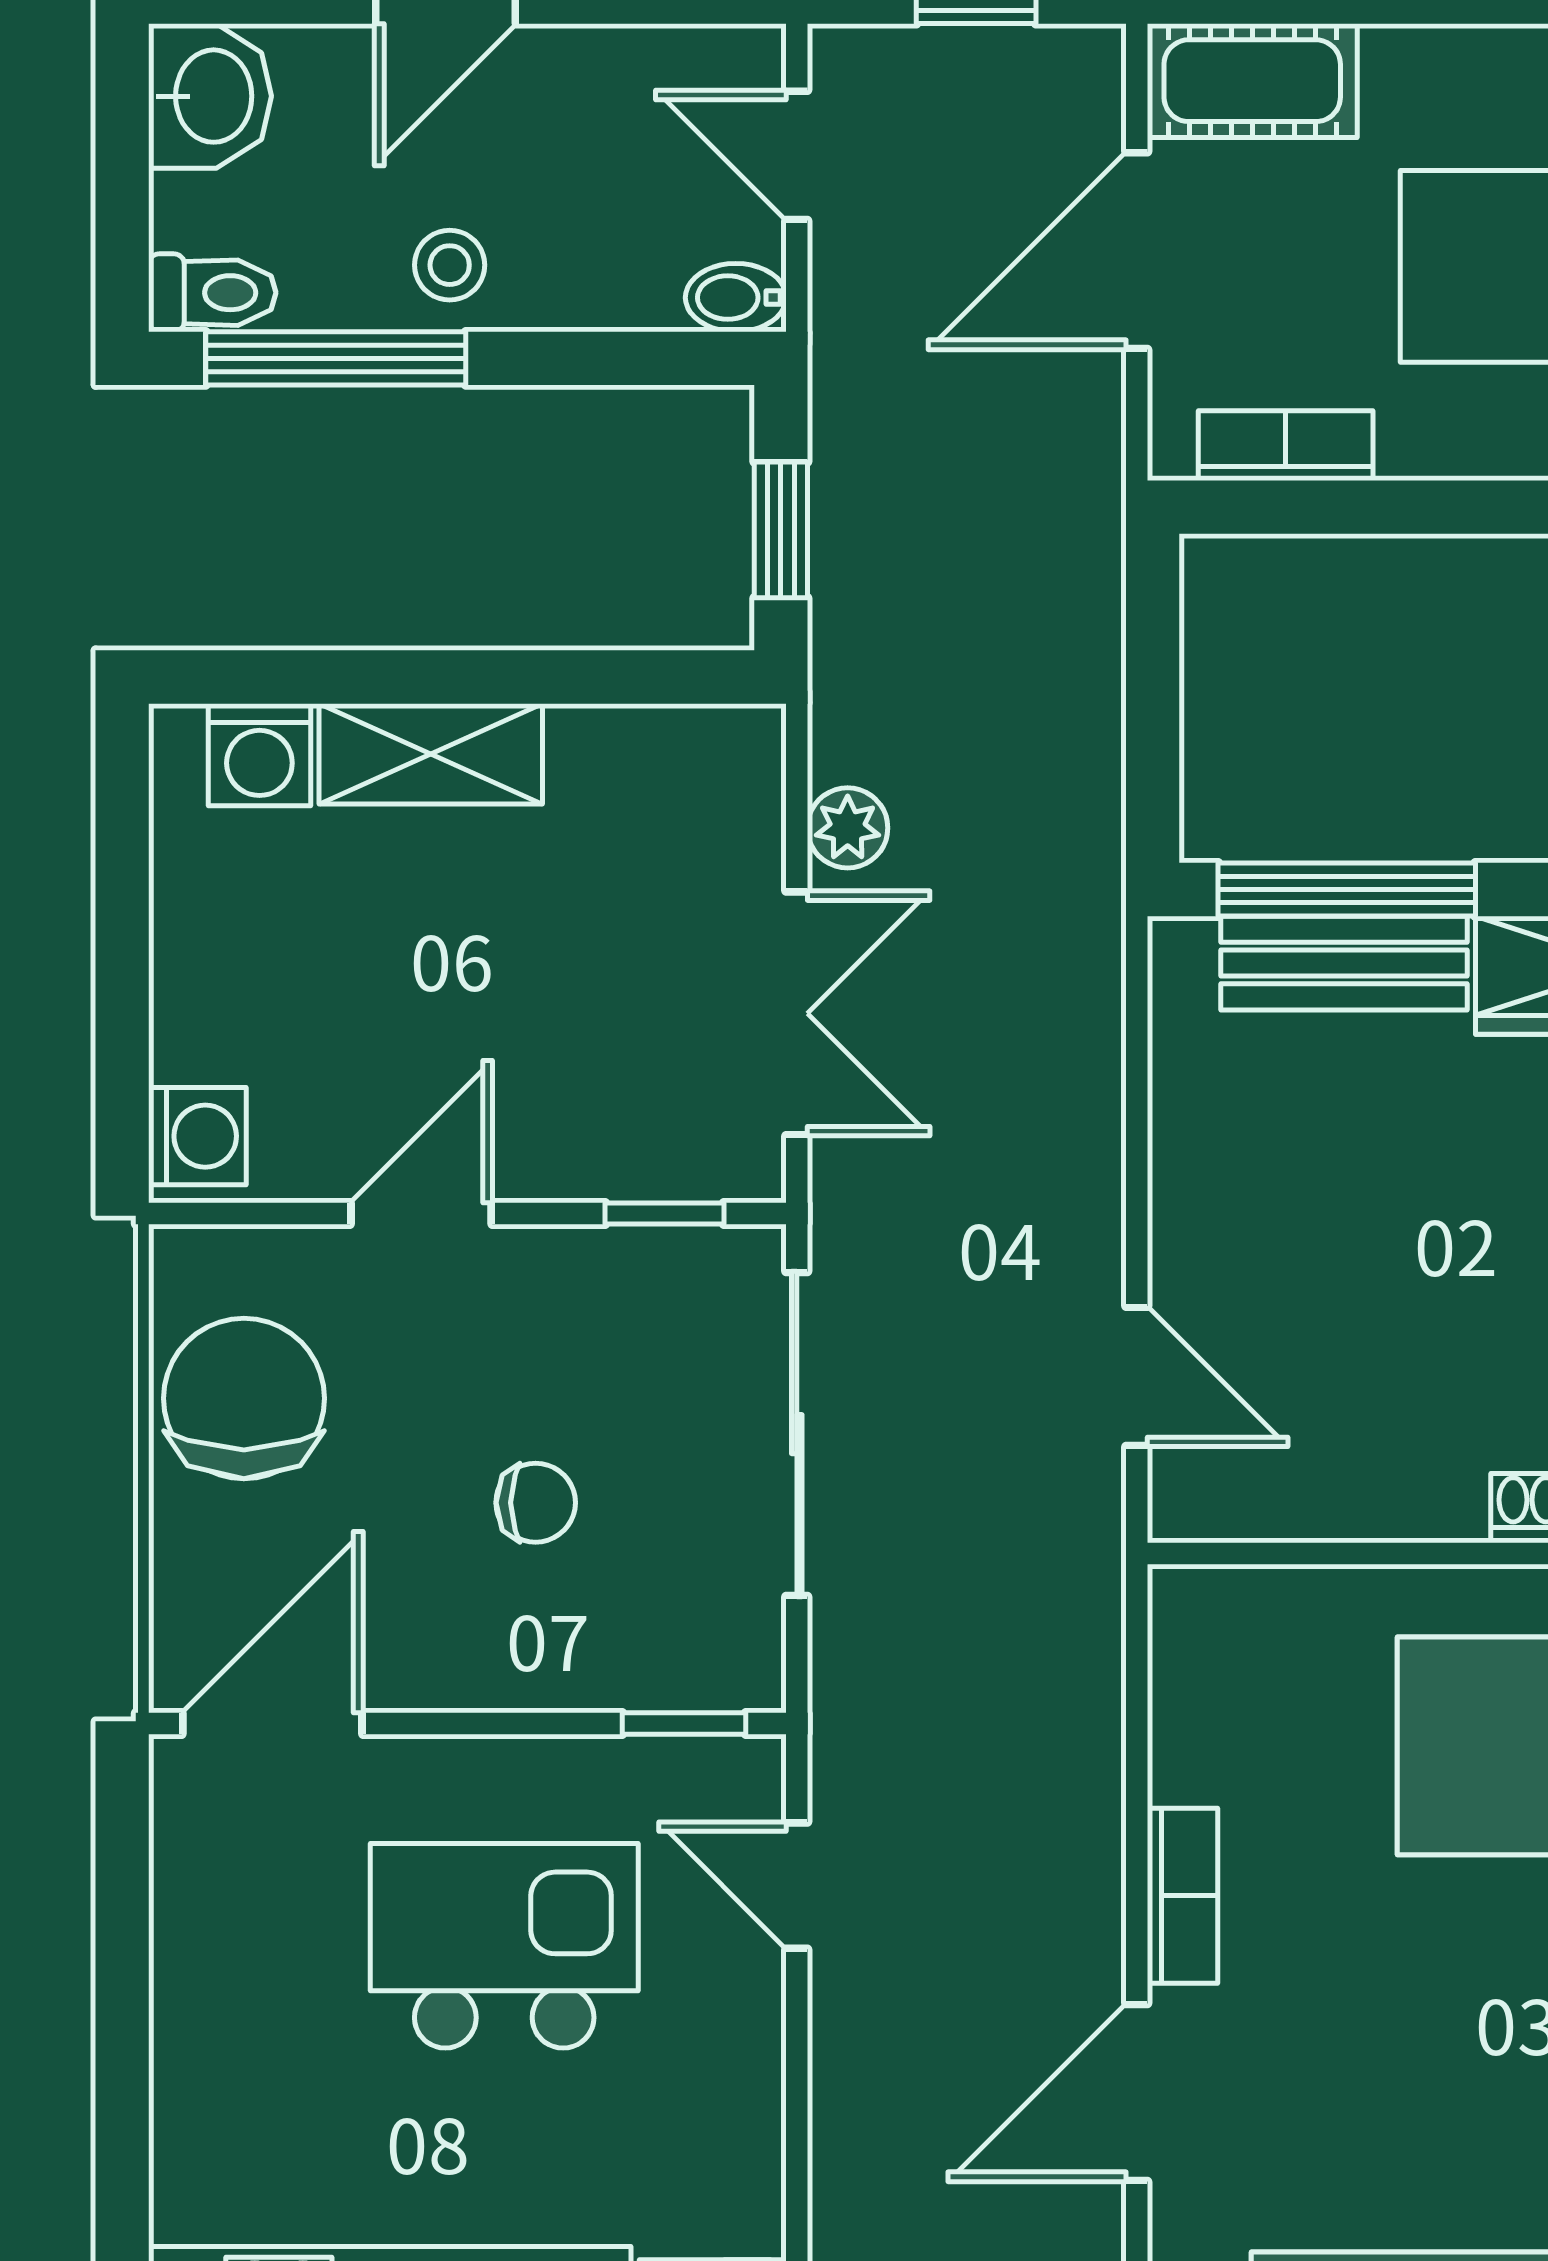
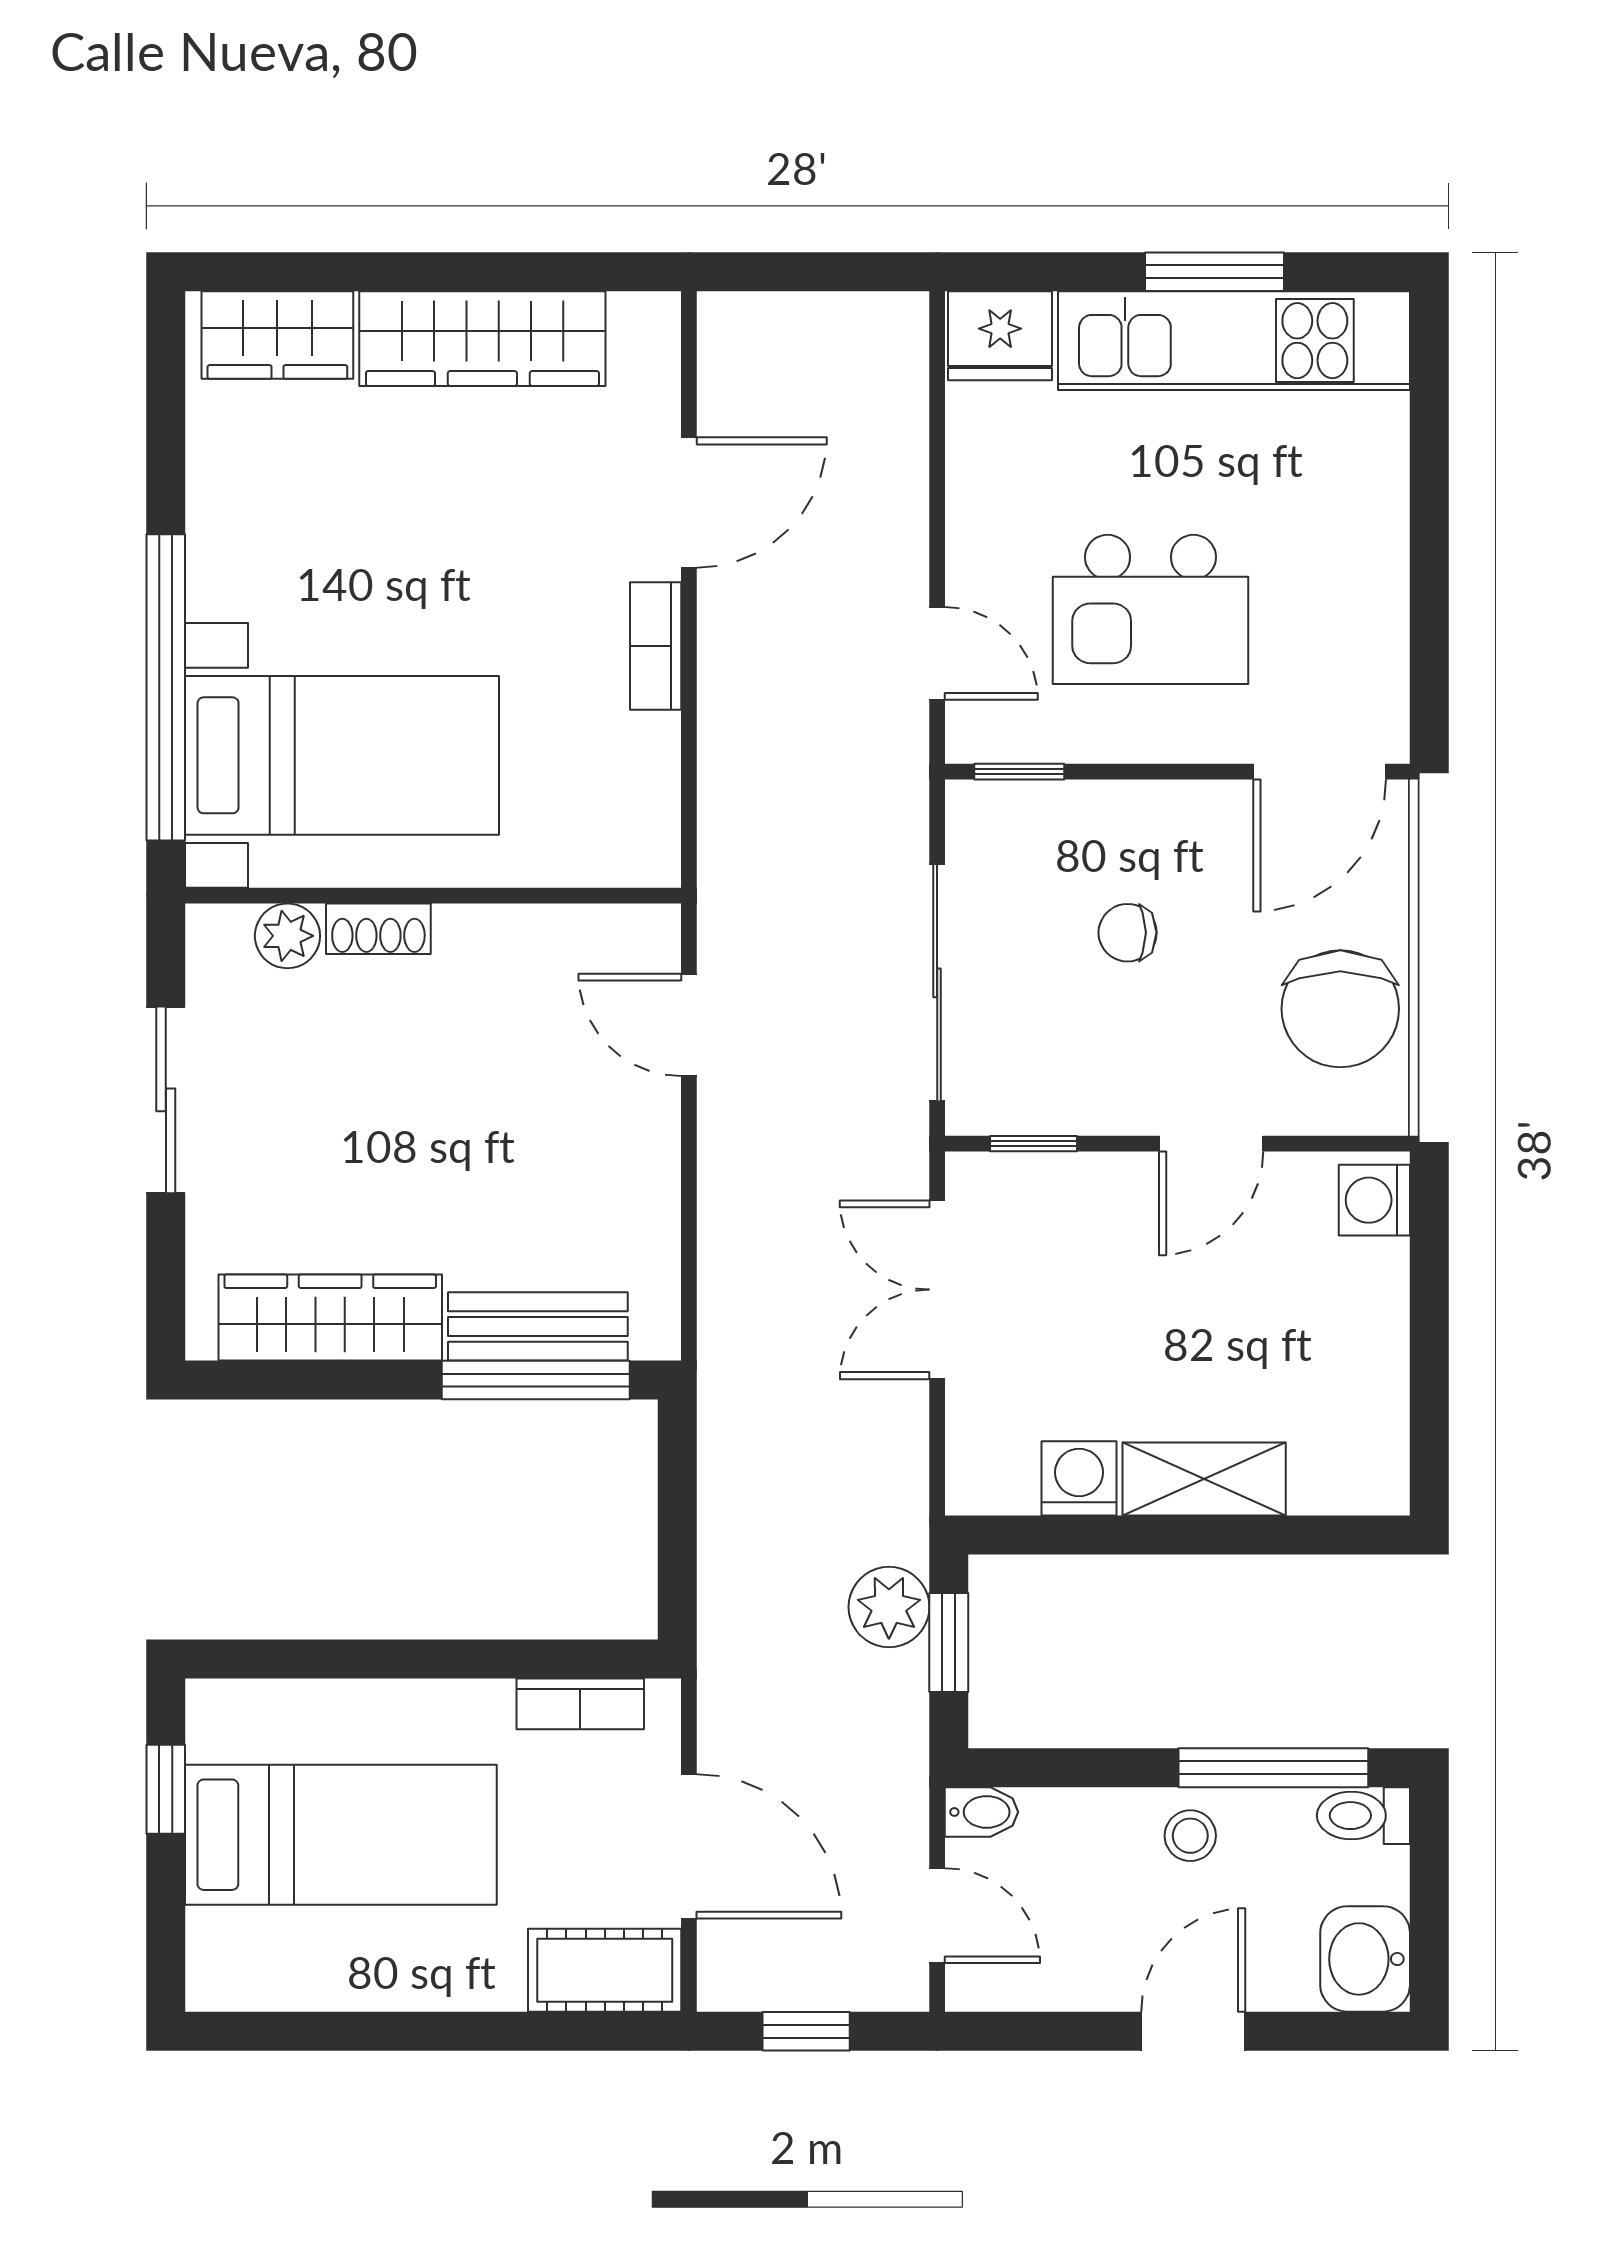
door: (1137, 251) -> (689, 1846), hinge flipped
washing machine: (259, 755) -> (1079, 1478), moved
plant: (848, 828) -> (889, 1607), moved, width x1.38, depth x1.38

